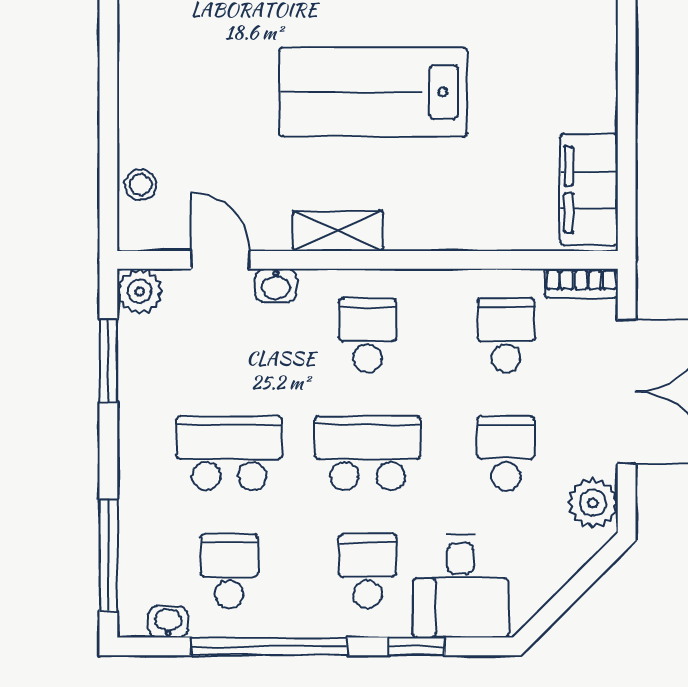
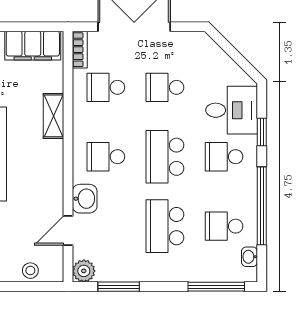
shelving: (338, 231) -> (53, 116), moved
washbasin: (276, 286) -> (85, 199), width x1.38, depth x1.45
plant: (593, 503) -> (190, 44), removed

